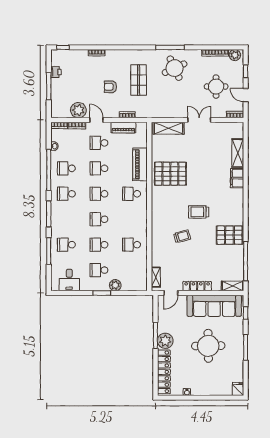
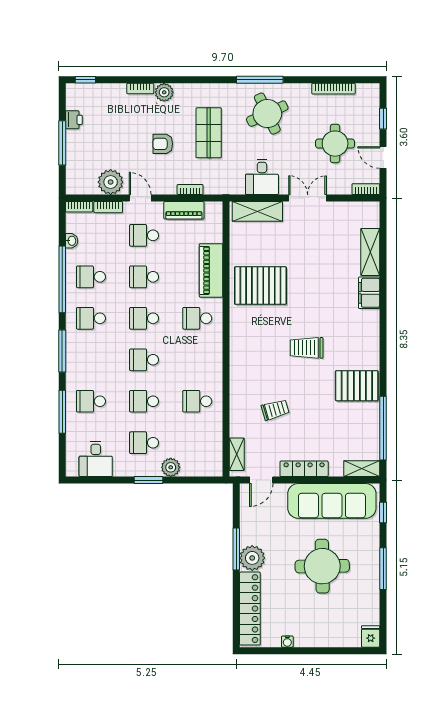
plant: (235, 55) -> (164, 92), moved
desk: (171, 107) -> (262, 177), added
trolley: (182, 236) -> (275, 410), moved

